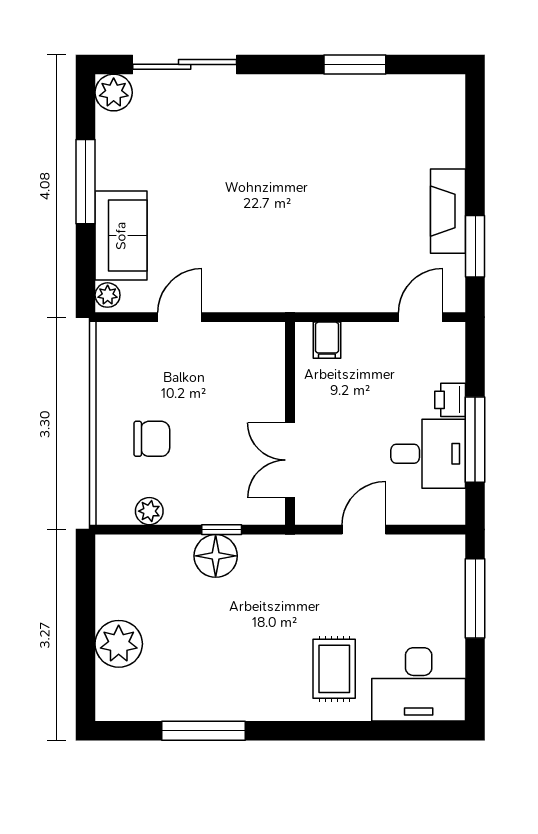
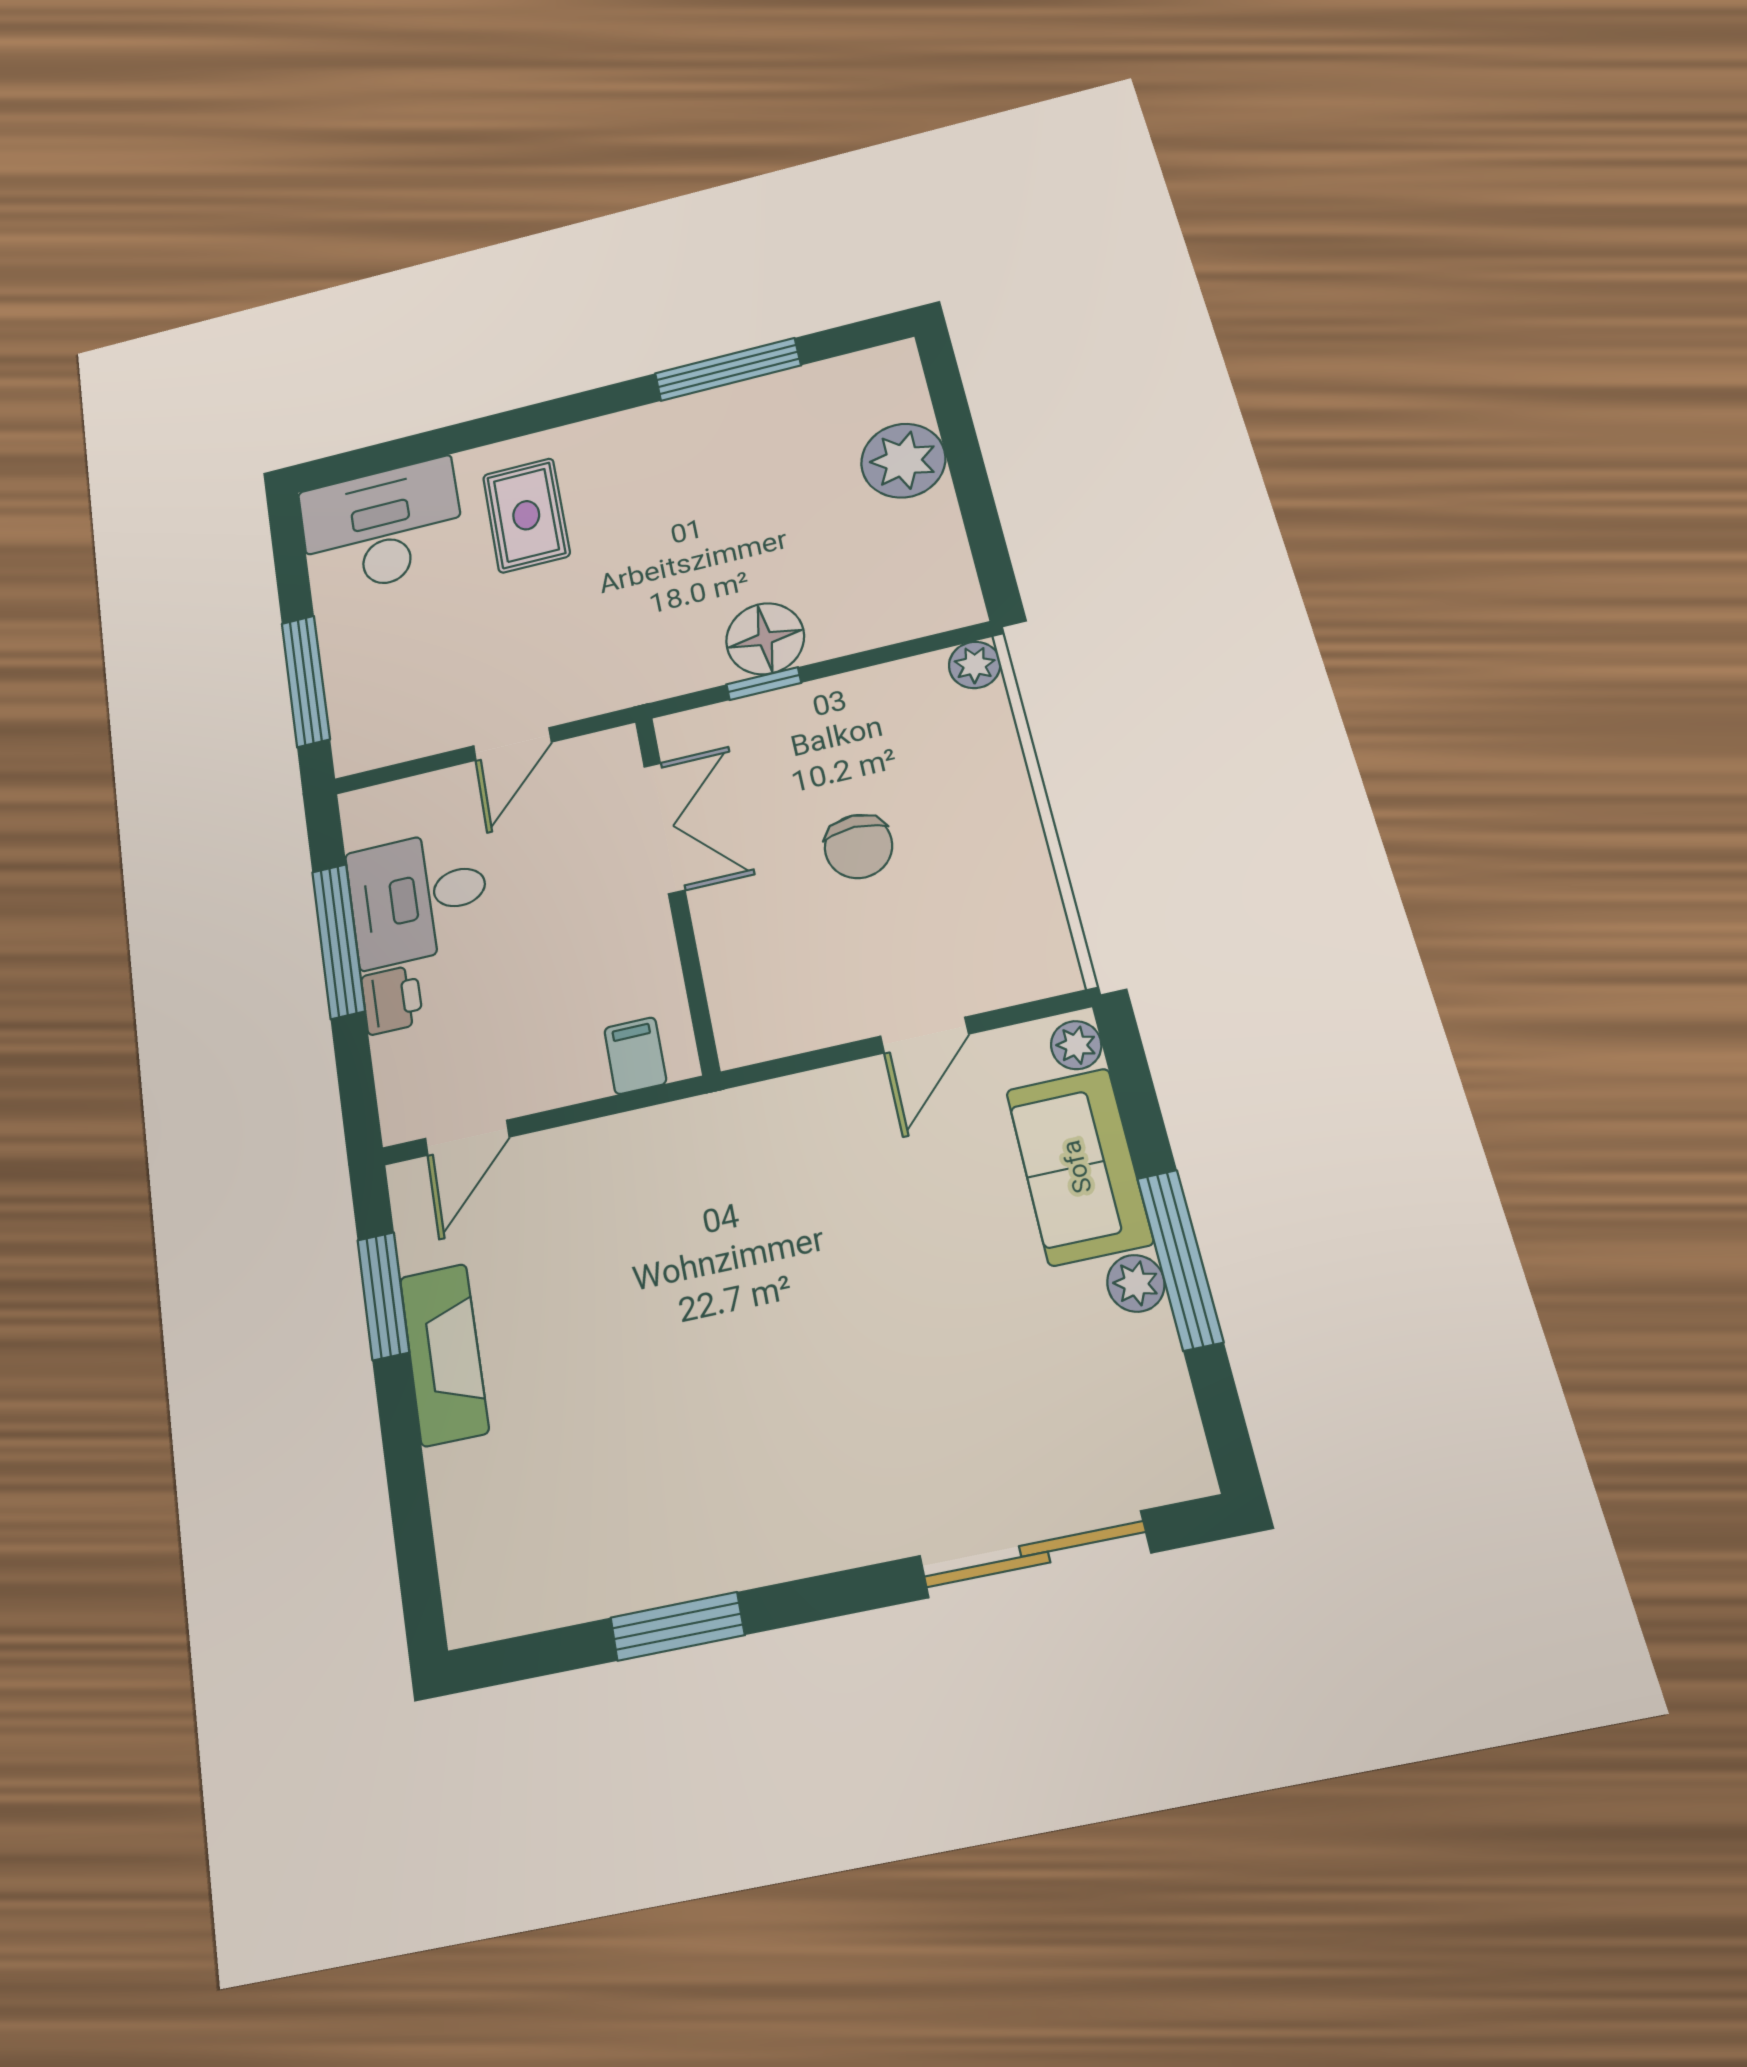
plant: (114, 93) -> (1136, 1283), moved, width x0.73, depth x0.73
chair: (152, 439) -> (858, 846), moved, turned -90
plant: (149, 511) -> (975, 665), moved

